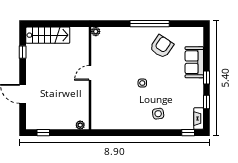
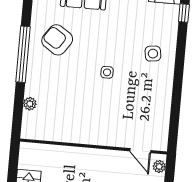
plant: (96, 31) -> (30, 104), moved
door: (90, 73) -> (140, 151), moved

